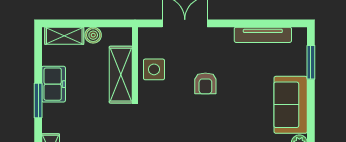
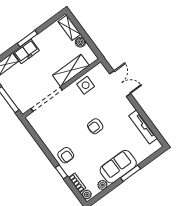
window: (311, 62) -> (130, 173), moved
armchair: (205, 83) -> (95, 126), moved
freezer: (54, 84) -> (26, 51), moved

